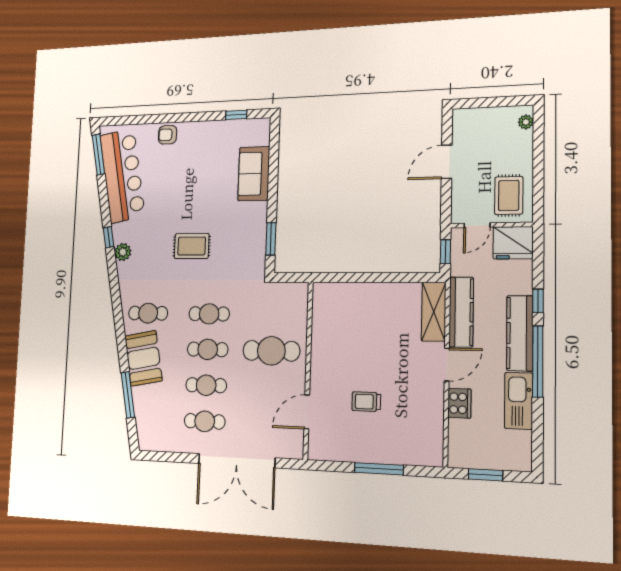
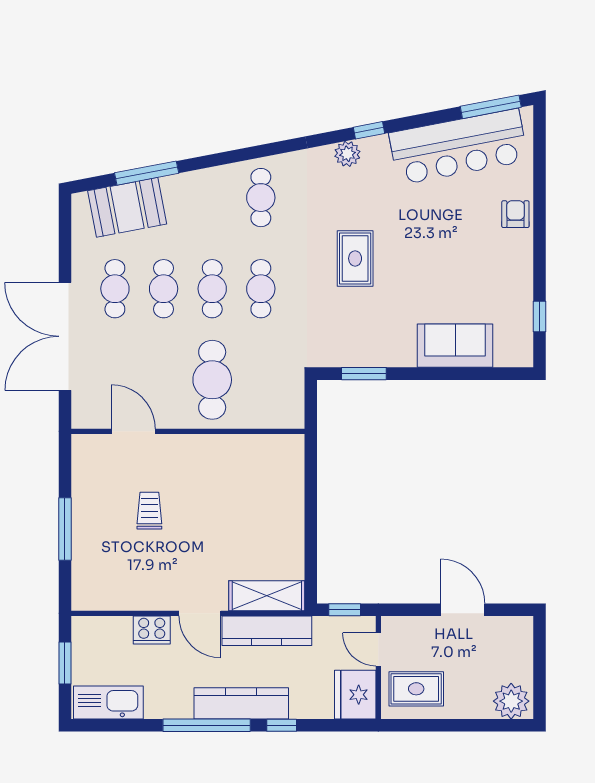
plant: (526, 122) -> (511, 701), width x1.88, depth x1.88
booth: (143, 358) -> (127, 207), moved
kitchen sink: (519, 401) -> (108, 702), moved

